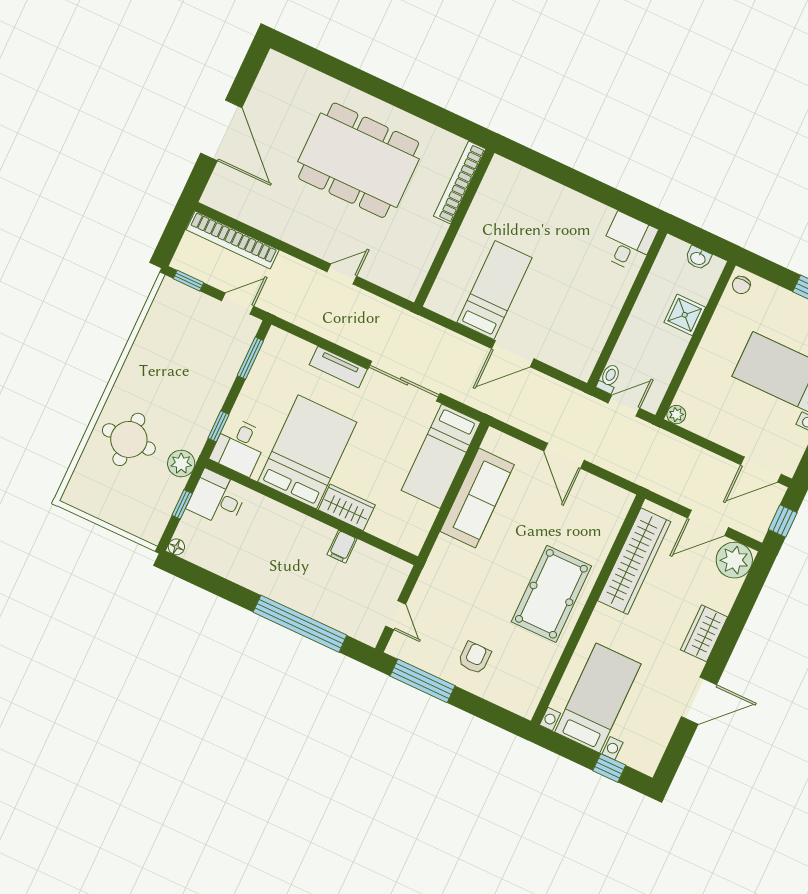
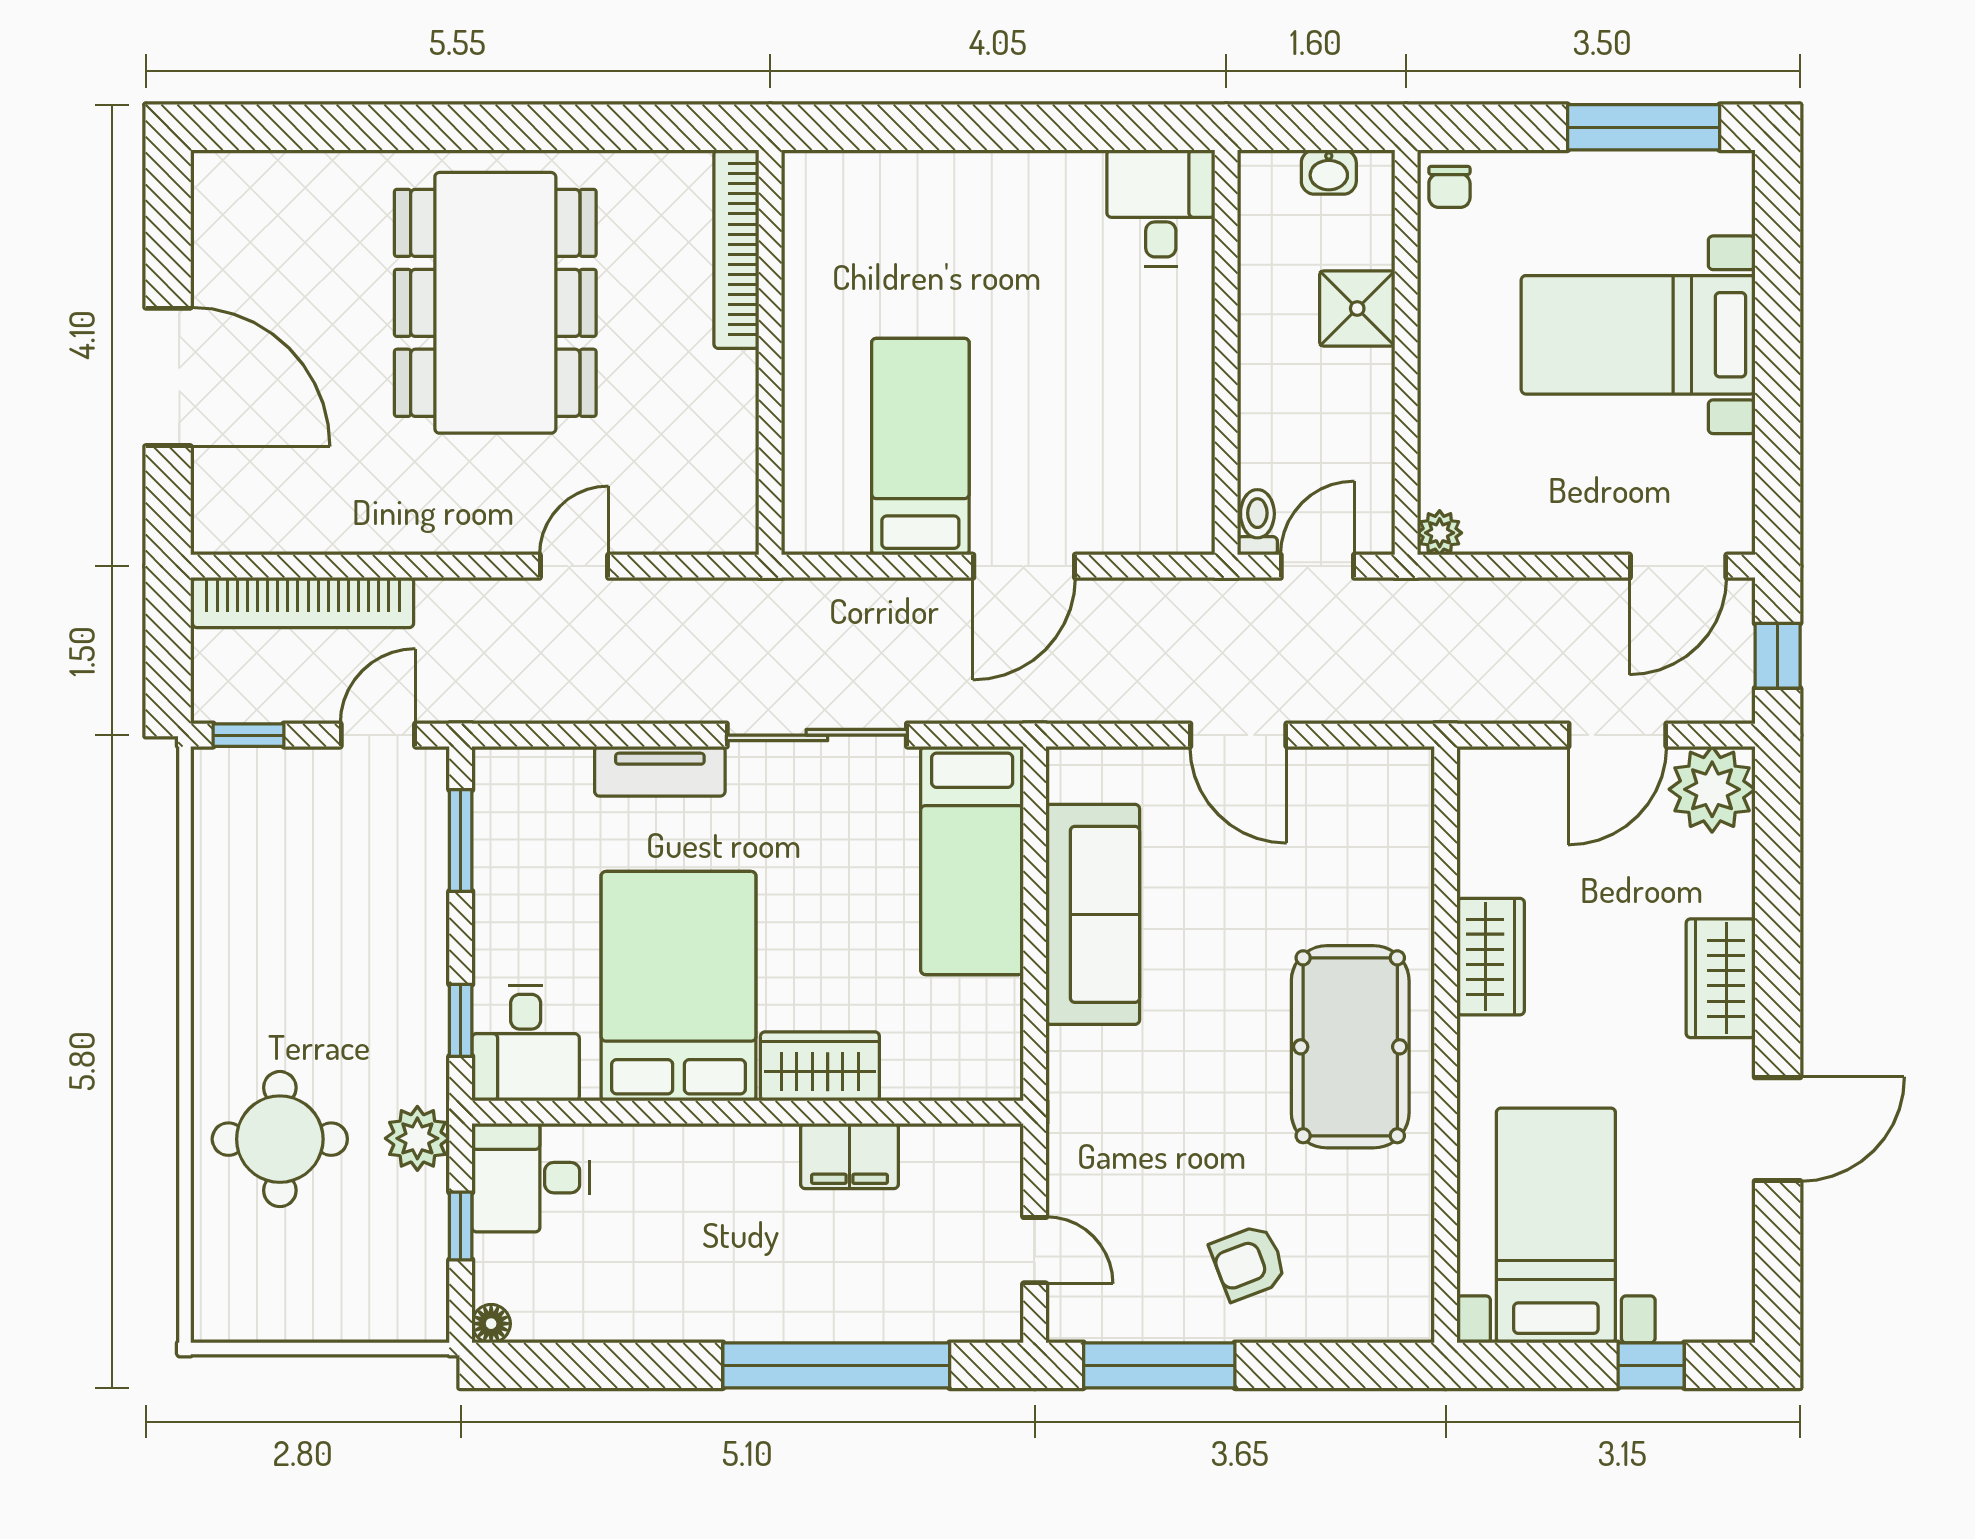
dining table: (359, 160) -> (495, 303), turned 90
filing cabinet: (342, 547) -> (849, 1156), width x2.00
wardrobe: (634, 561) -> (1491, 957), width x0.48, depth x0.85
armchair: (475, 658) -> (1248, 1263), turned -111

